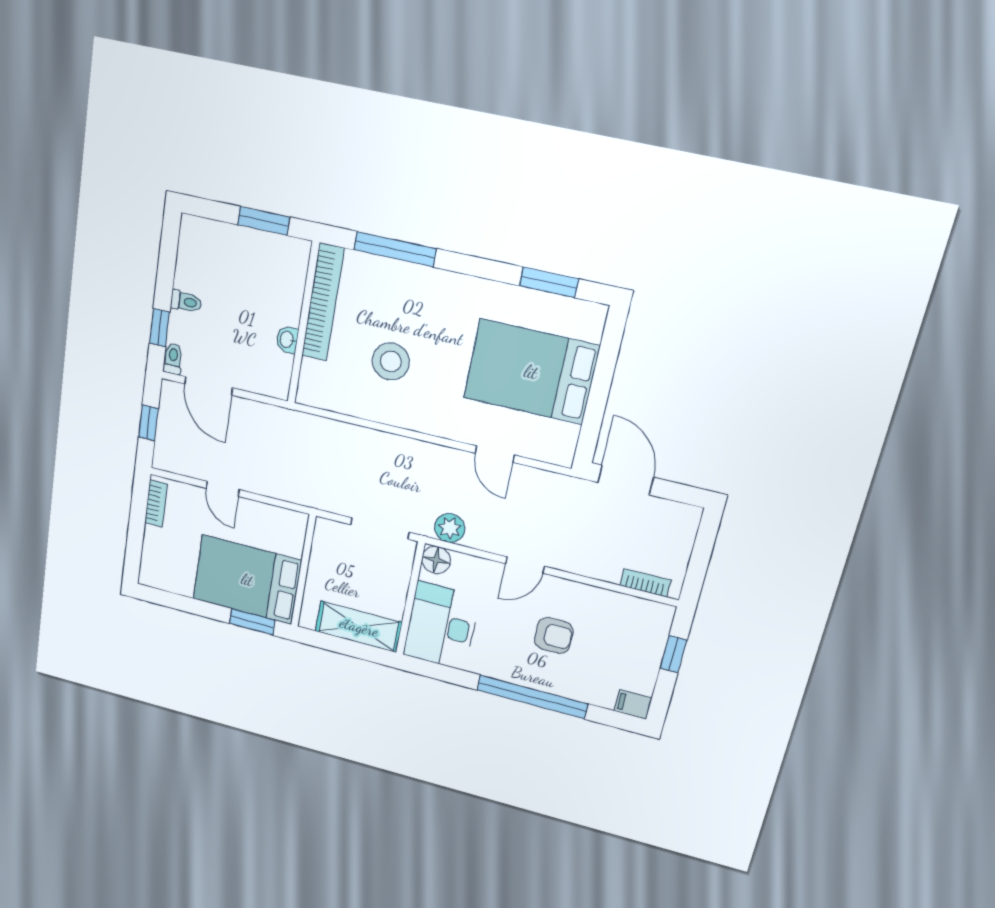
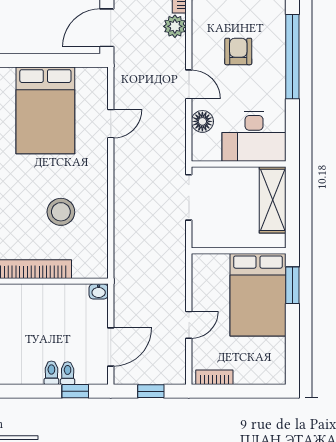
washbasin: (287, 339) -> (99, 291), moved
toilet: (173, 359) -> (68, 373), moved, turned 90
plant: (450, 528) -> (175, 26), moved
floor lamp: (436, 560) -> (202, 121), moved

